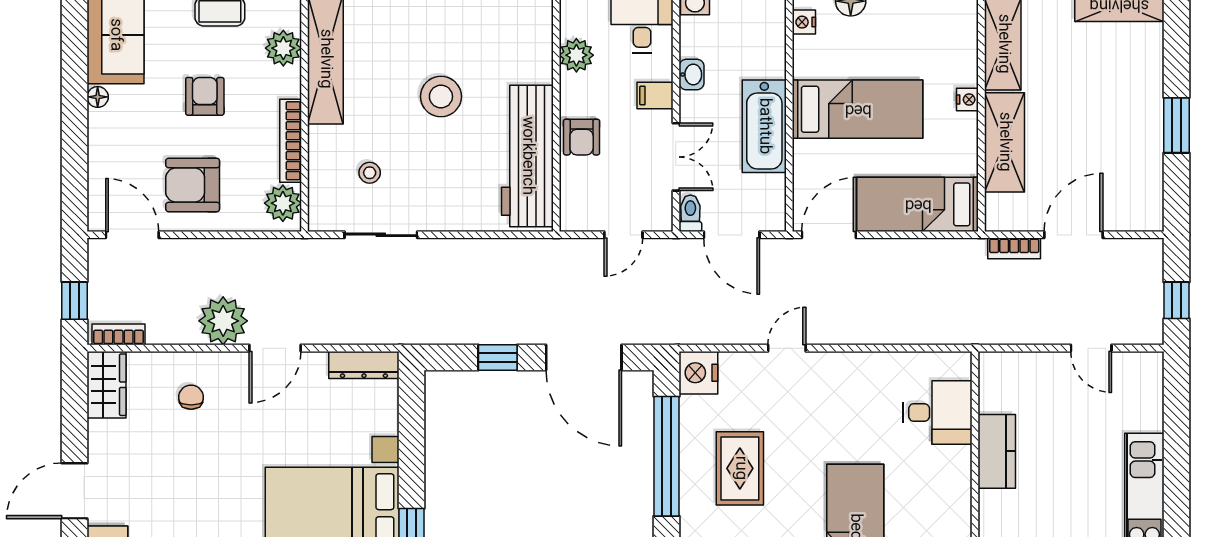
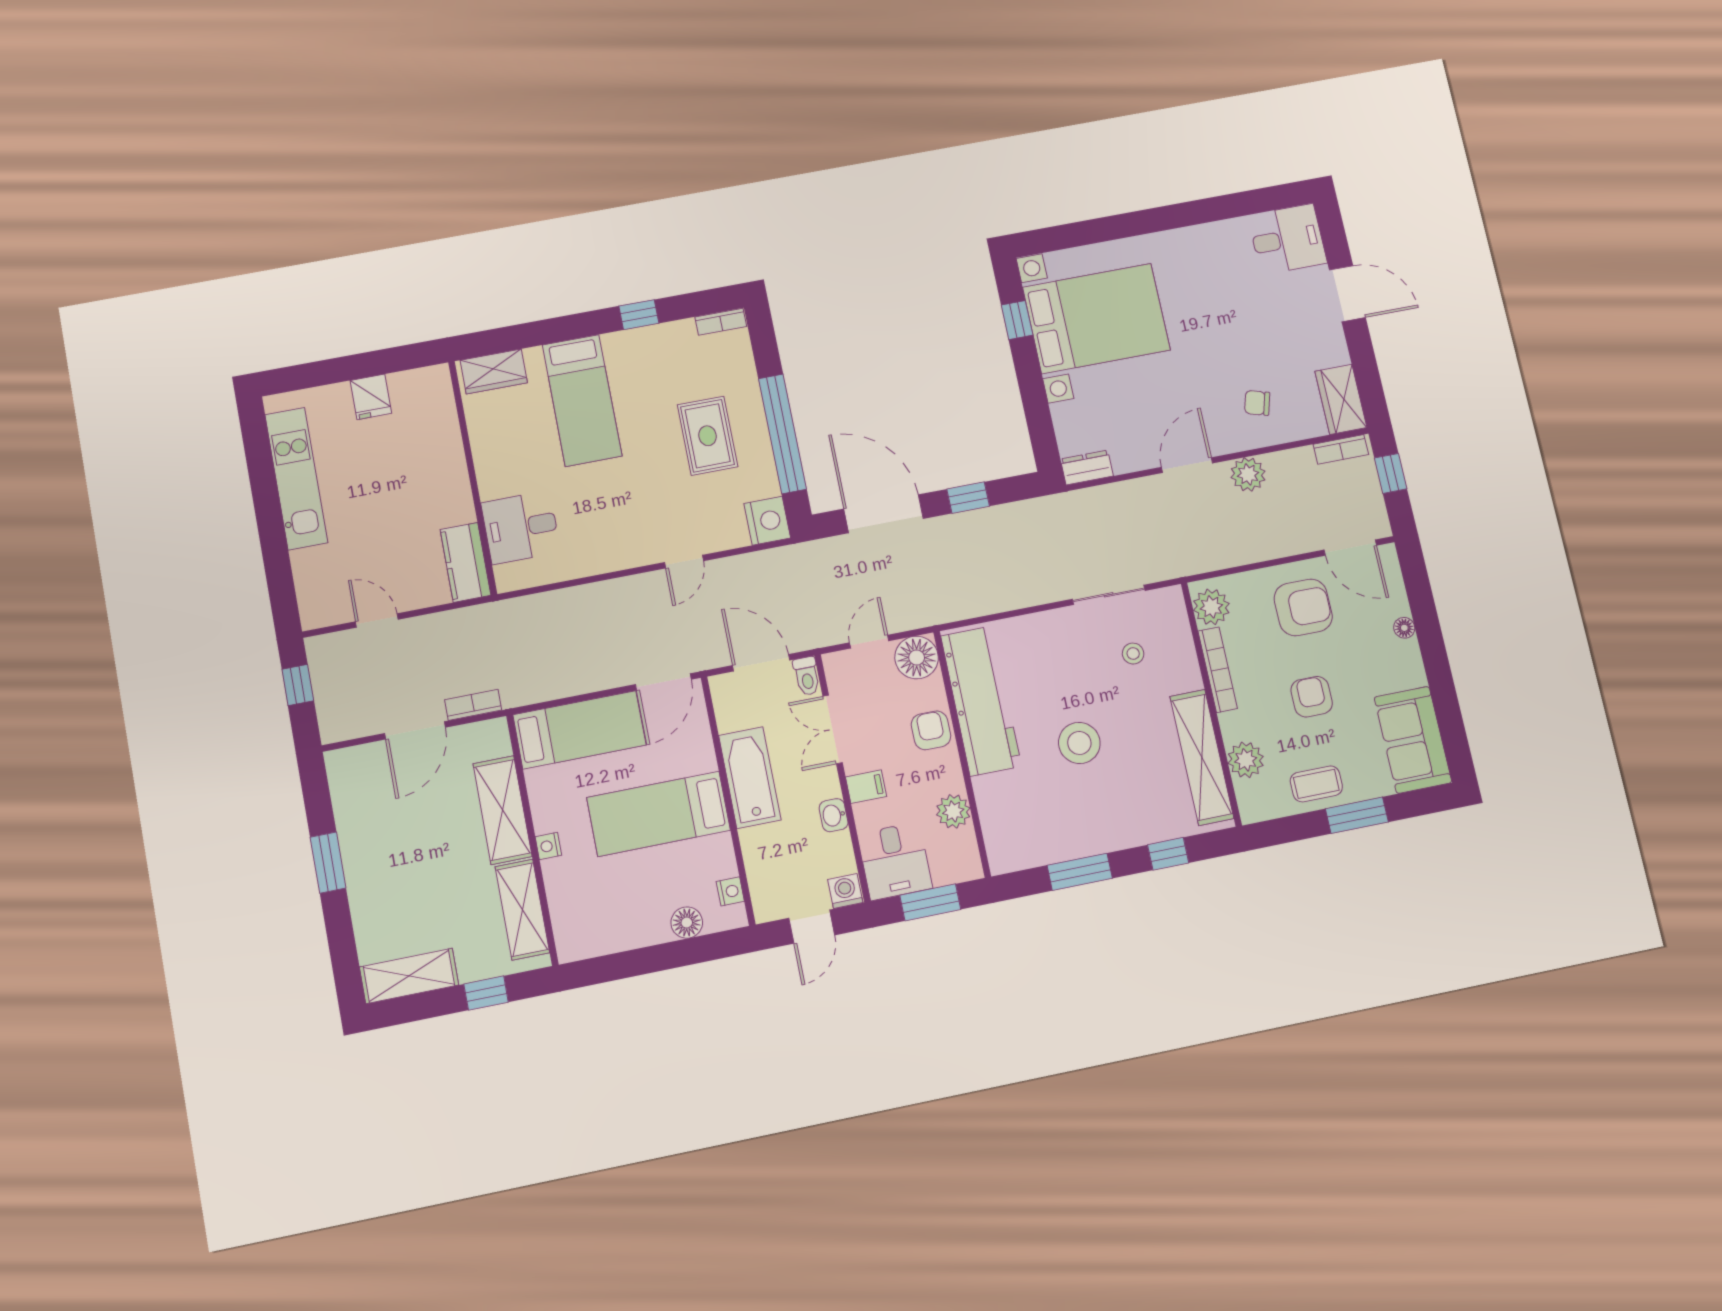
armchair: (205, 96) -> (1312, 697), turned 180
floor lamp: (98, 97) -> (1404, 628), moved
floor lamp: (581, 210) -> (917, 658), added
plant: (223, 321) -> (1248, 474), width x0.73, depth x0.73
dresser: (364, 365) -> (1087, 467), width x0.70
chair: (191, 397) -> (1257, 403), turned 106
kitchen counter: (997, 451) -> (466, 562), moved
door: (75, 491) -> (1347, 294), hinge flipped

